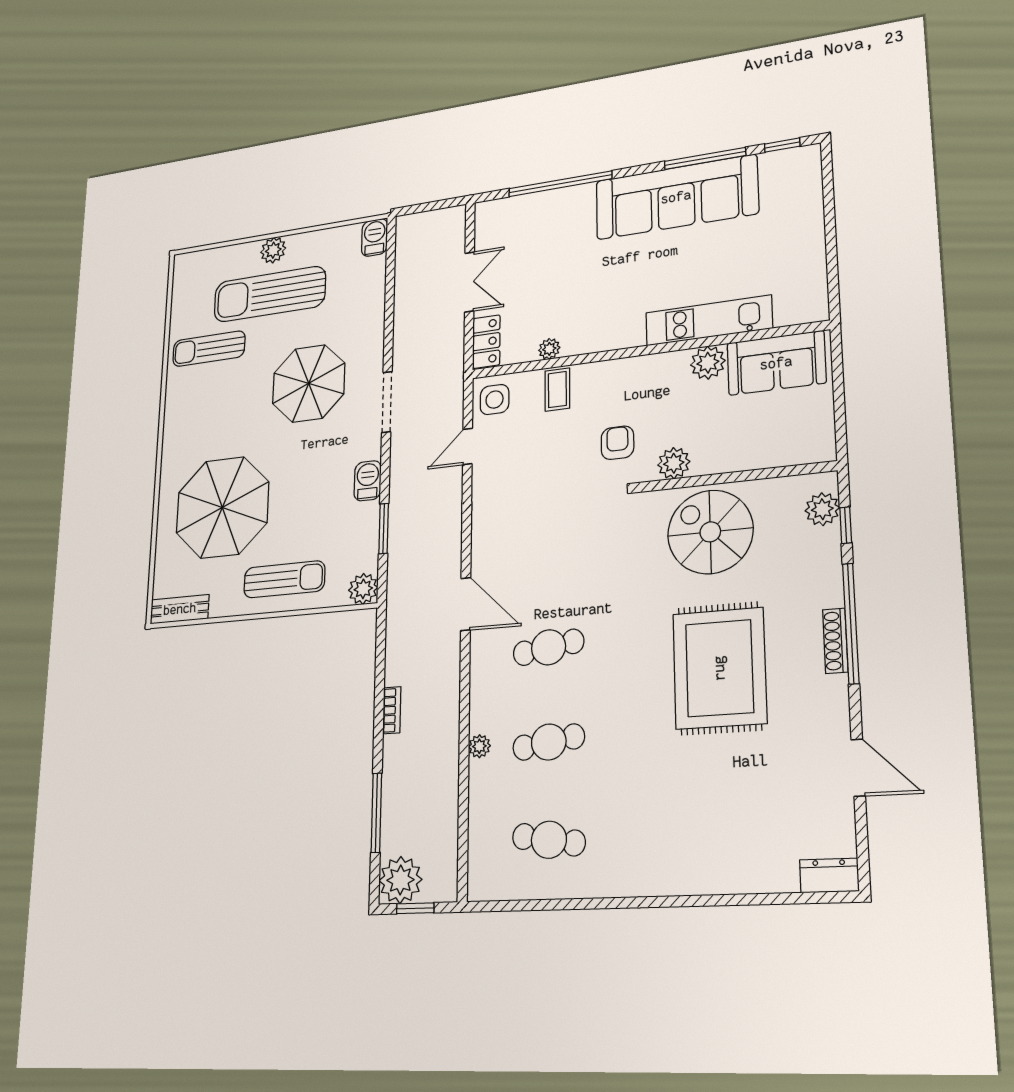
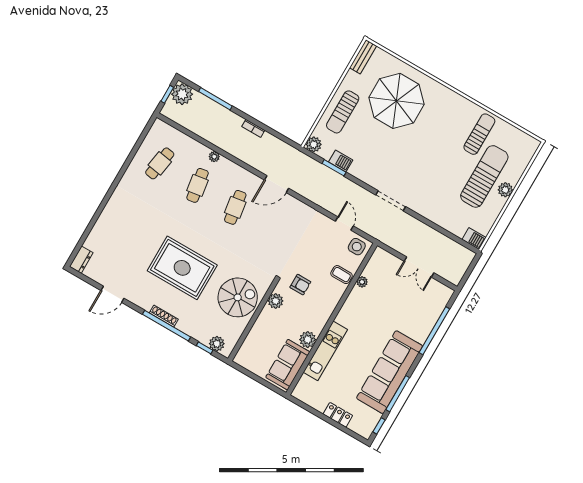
locker: (486, 342) -> (338, 415), moved, turned 180
parasol: (309, 383) -> (426, 171), removed
barbecue: (368, 481) -> (341, 161), moved

